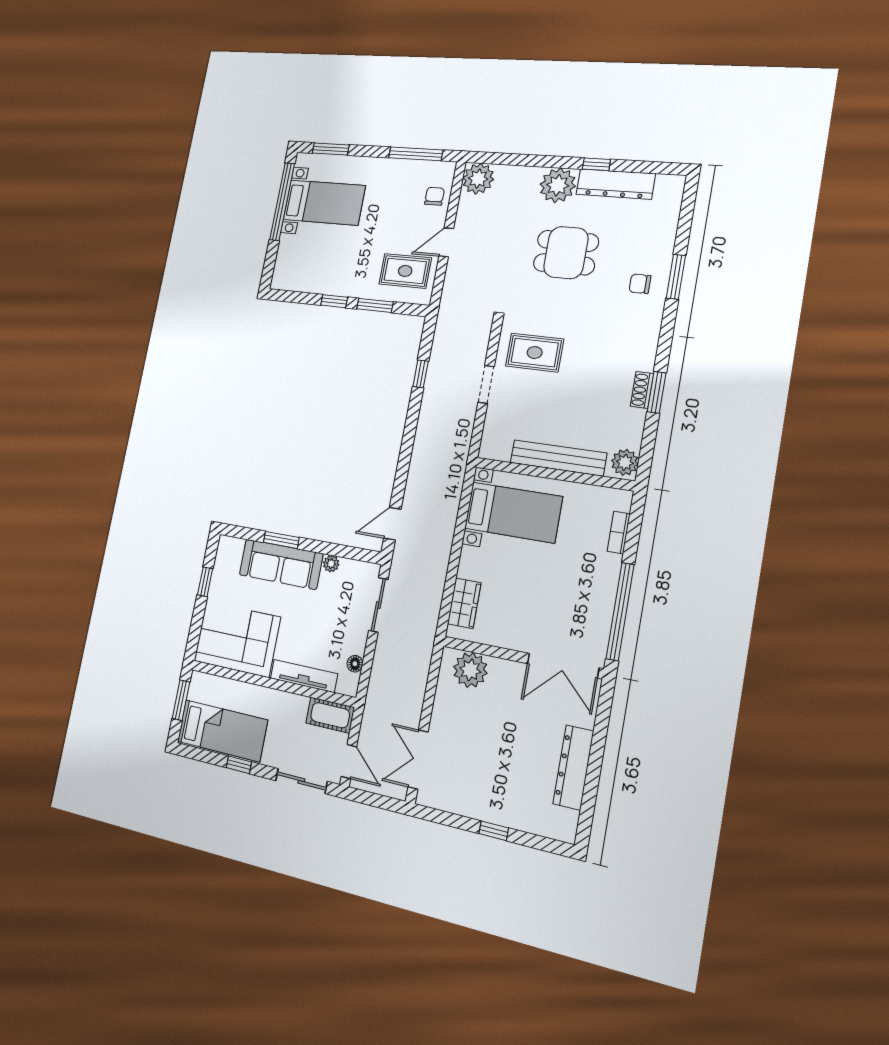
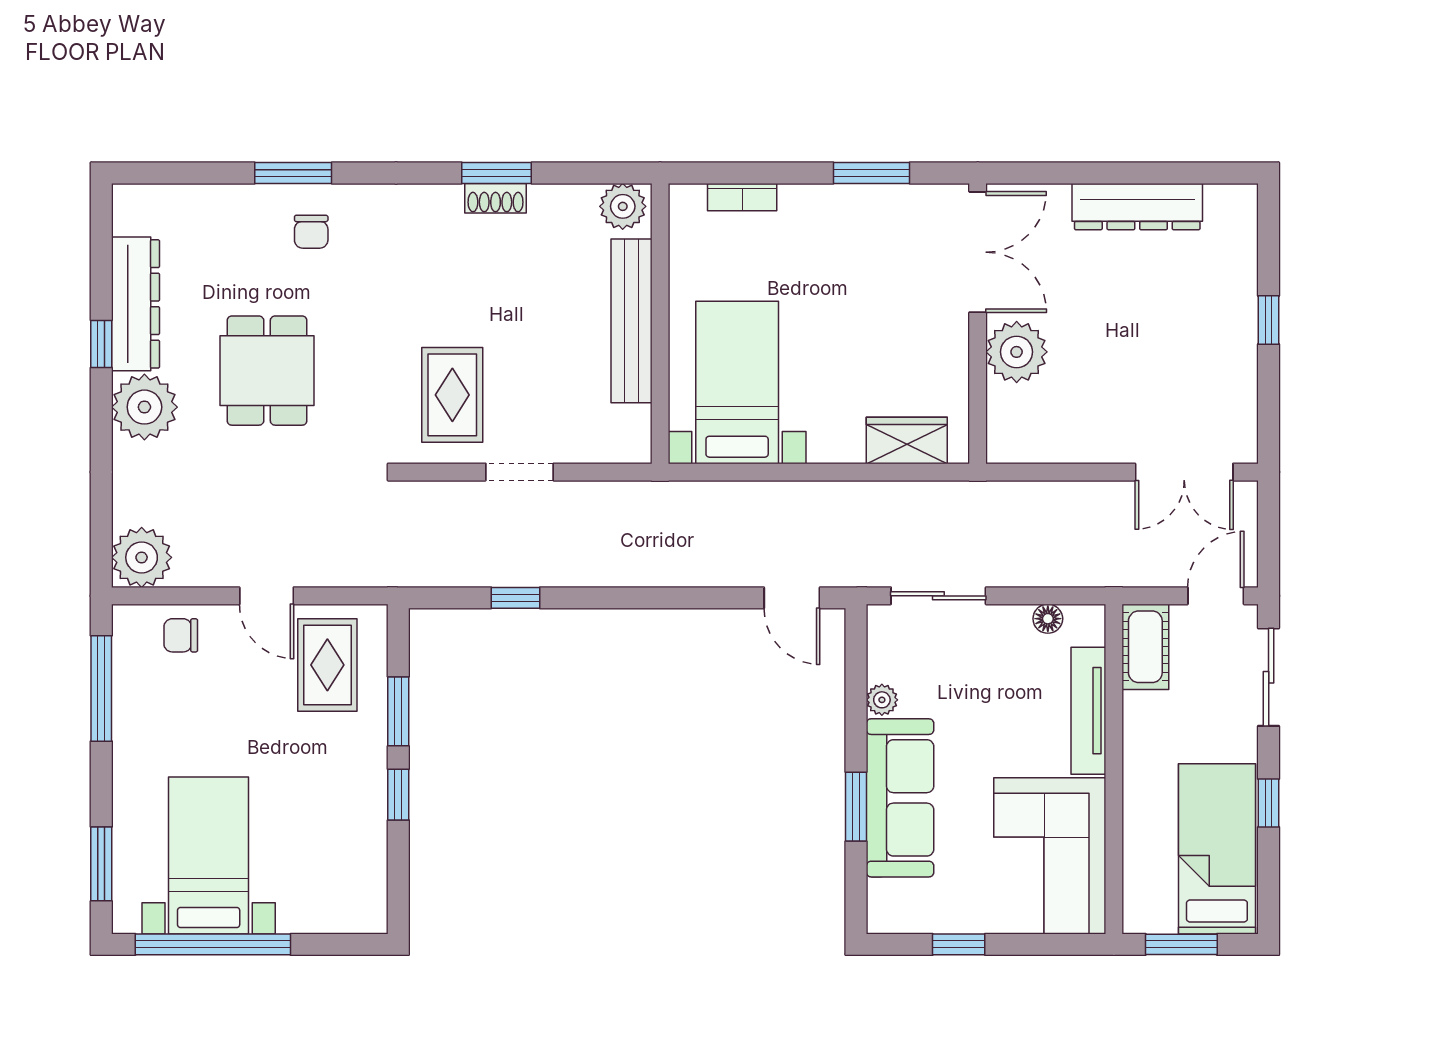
window: (620, 612) -> (871, 173), width x0.47
plant: (470, 670) -> (1017, 352), moved

